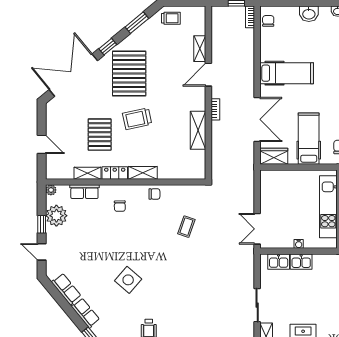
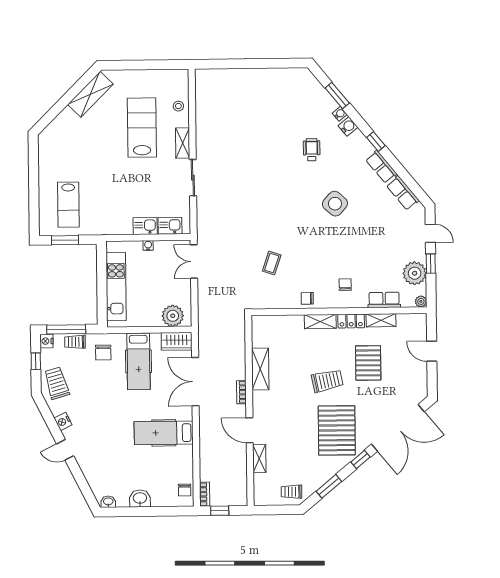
door: (208, 75) -> (250, 430), swing flipped
plant: (277, 180) -> (173, 316), added
double door: (257, 229) -> (194, 262), swing flipped

